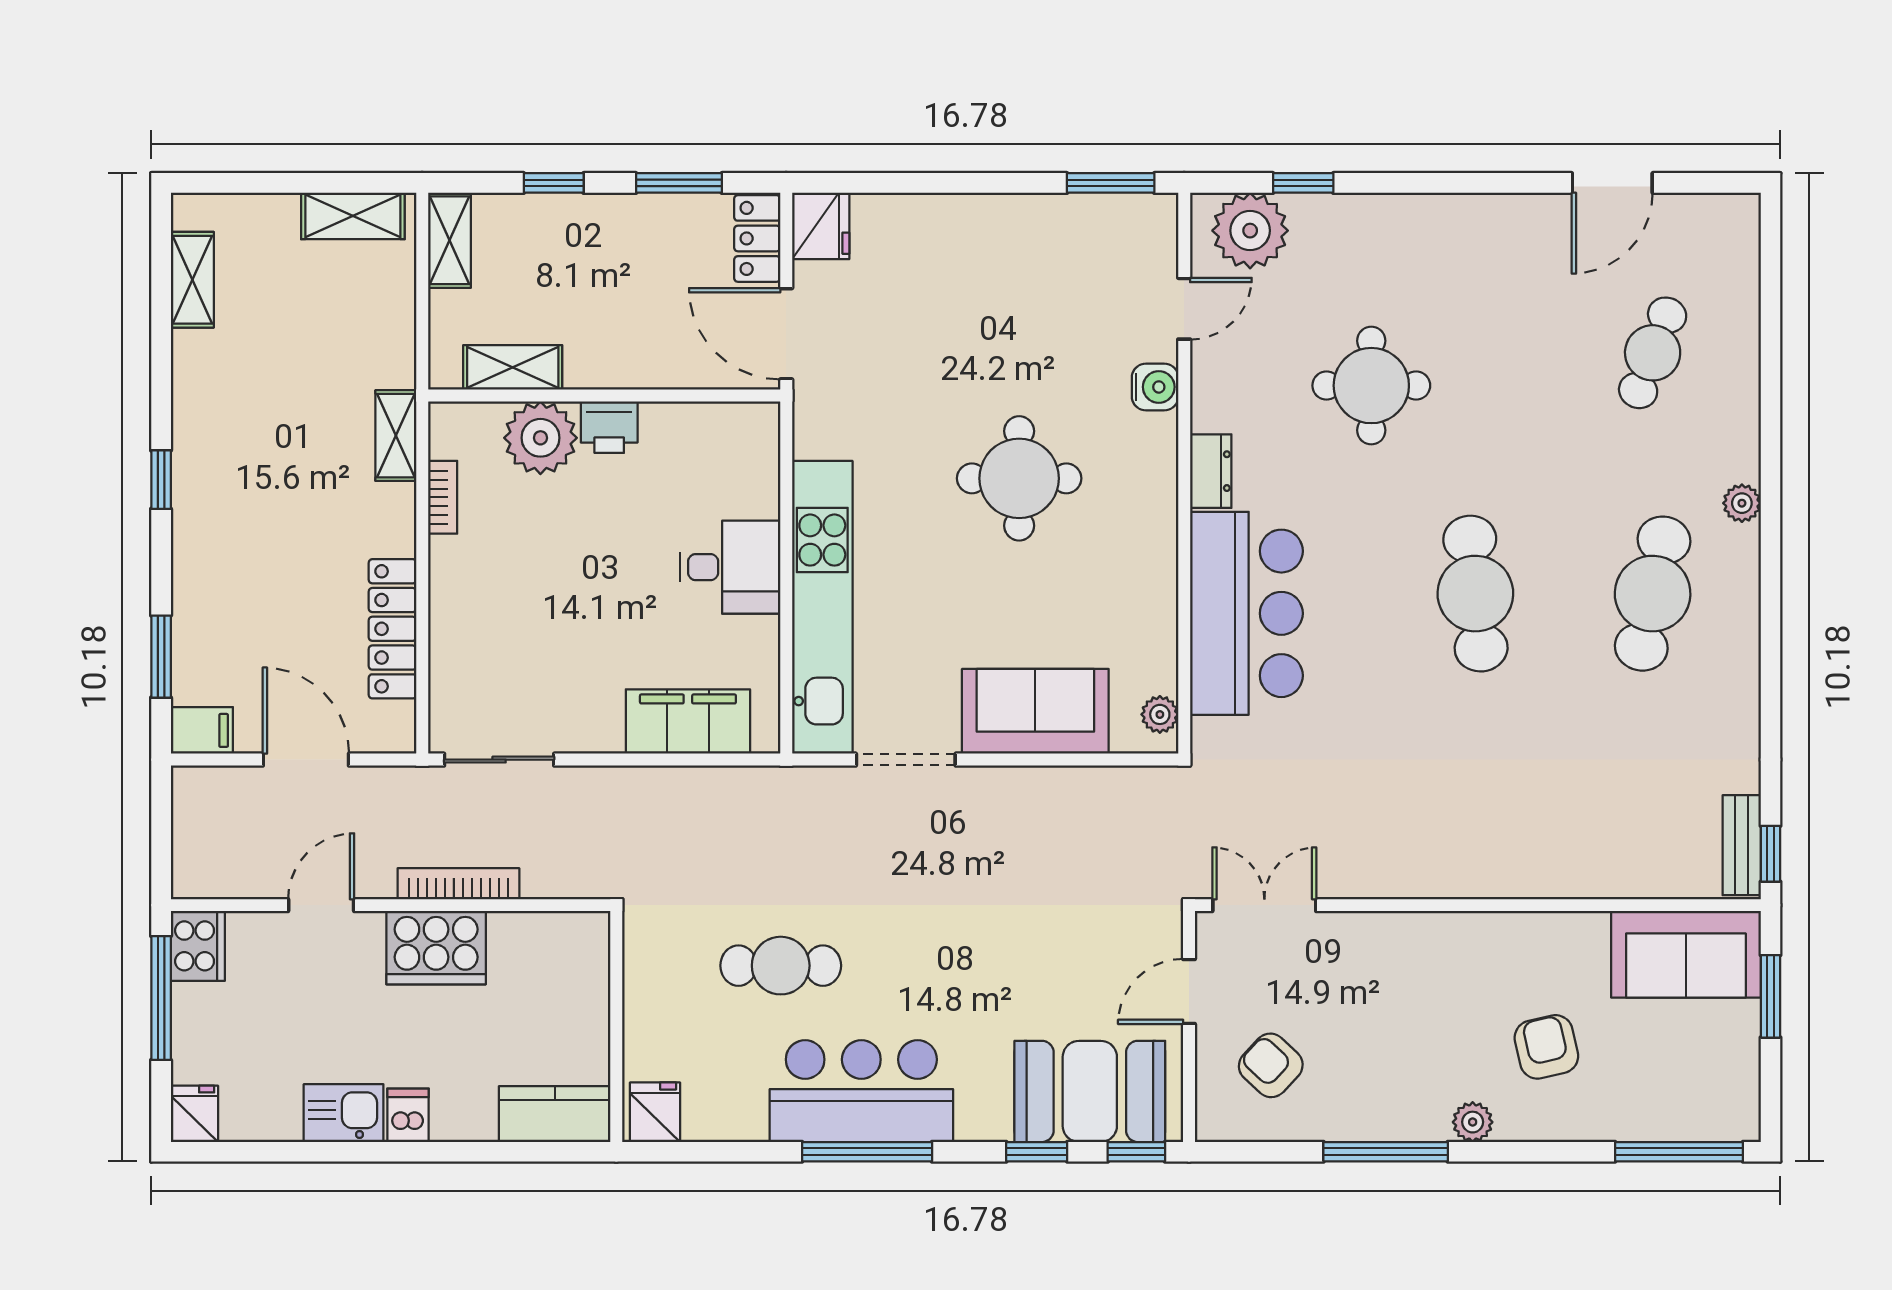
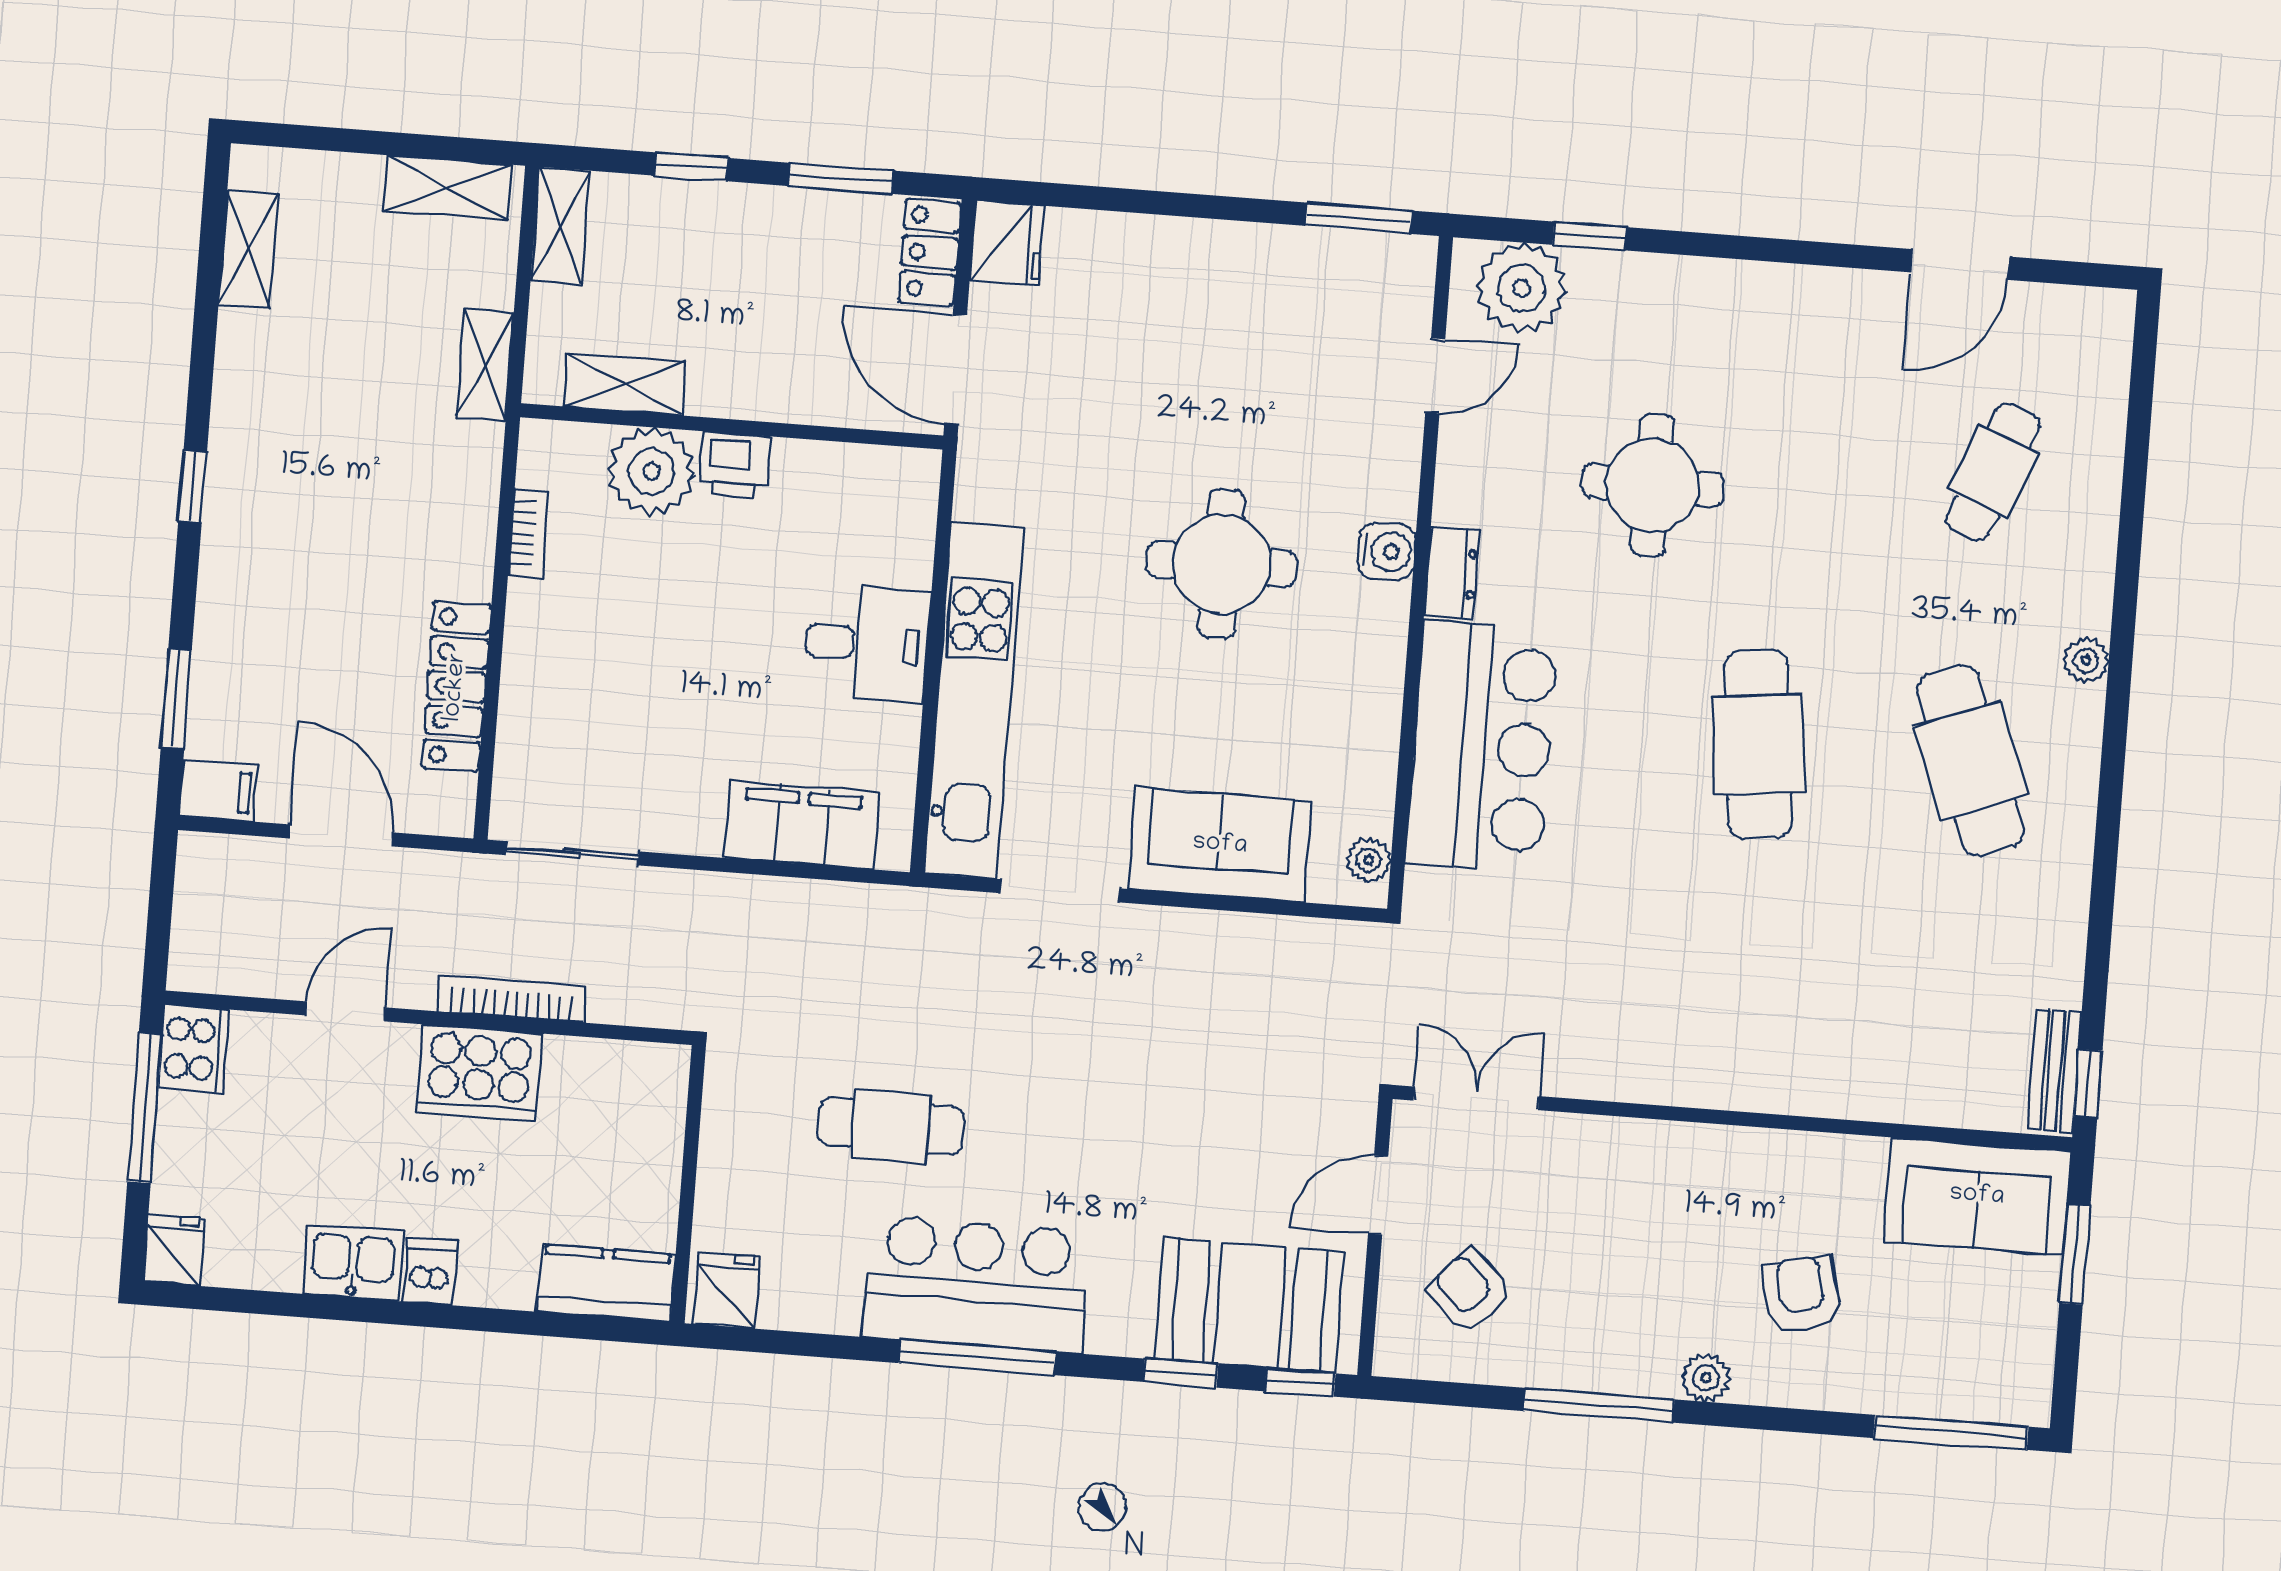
water cooler: (1155, 387) -> (1387, 551), moved
shelving: (396, 436) -> (485, 365), moved
cafe table: (1653, 594) -> (1971, 761), turned -33

